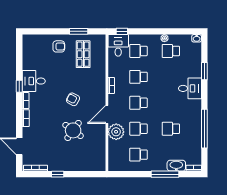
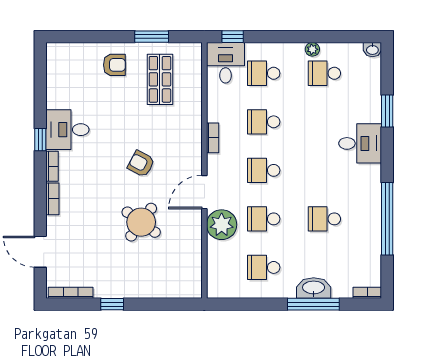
washbasin: (176, 166) -> (314, 288), moved

